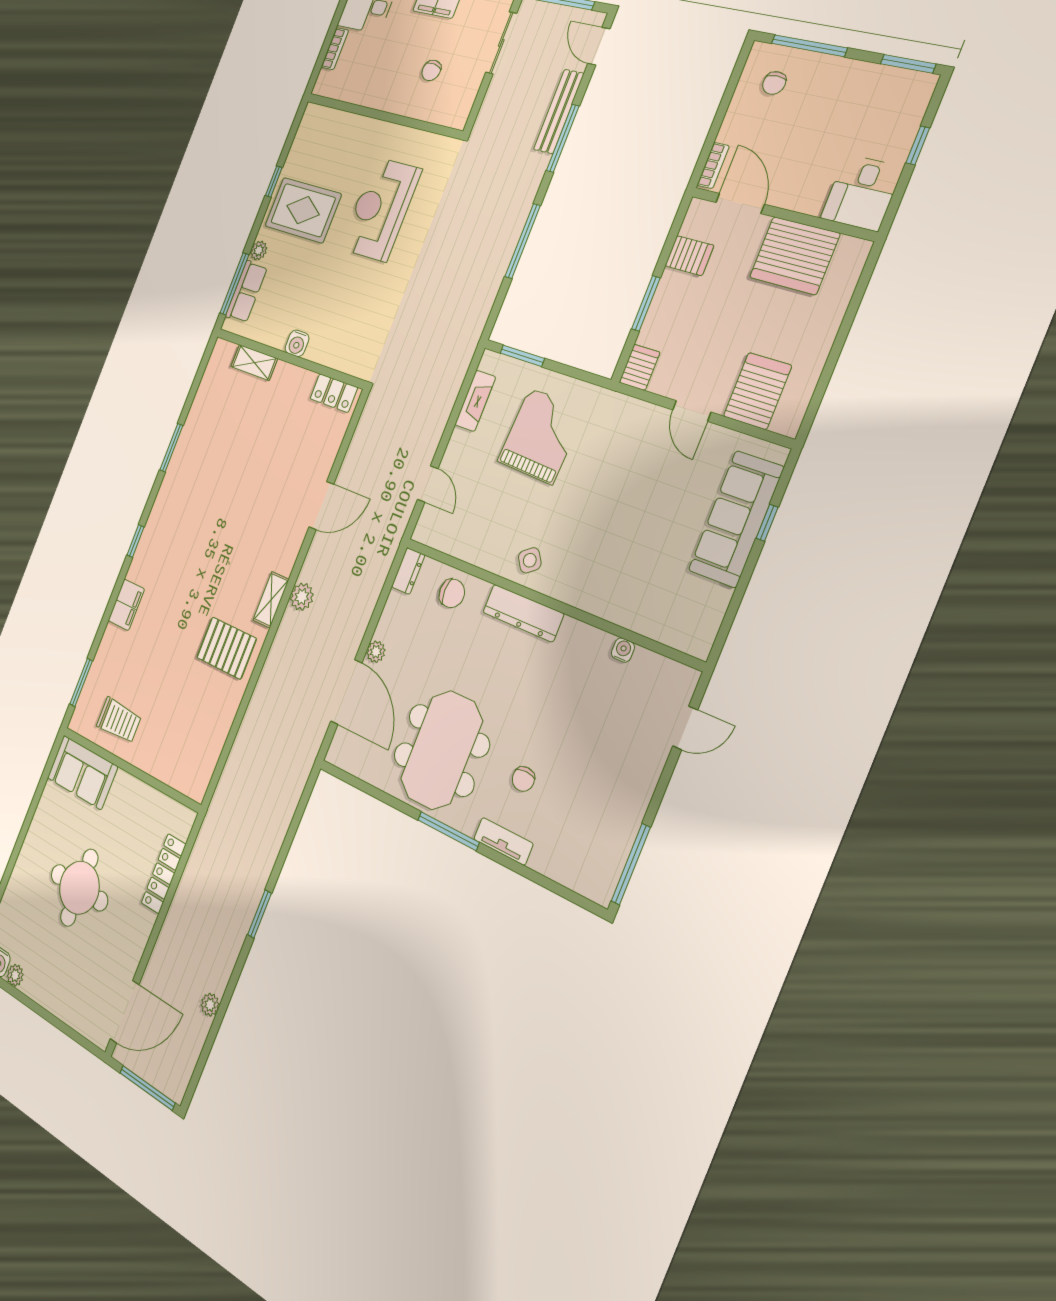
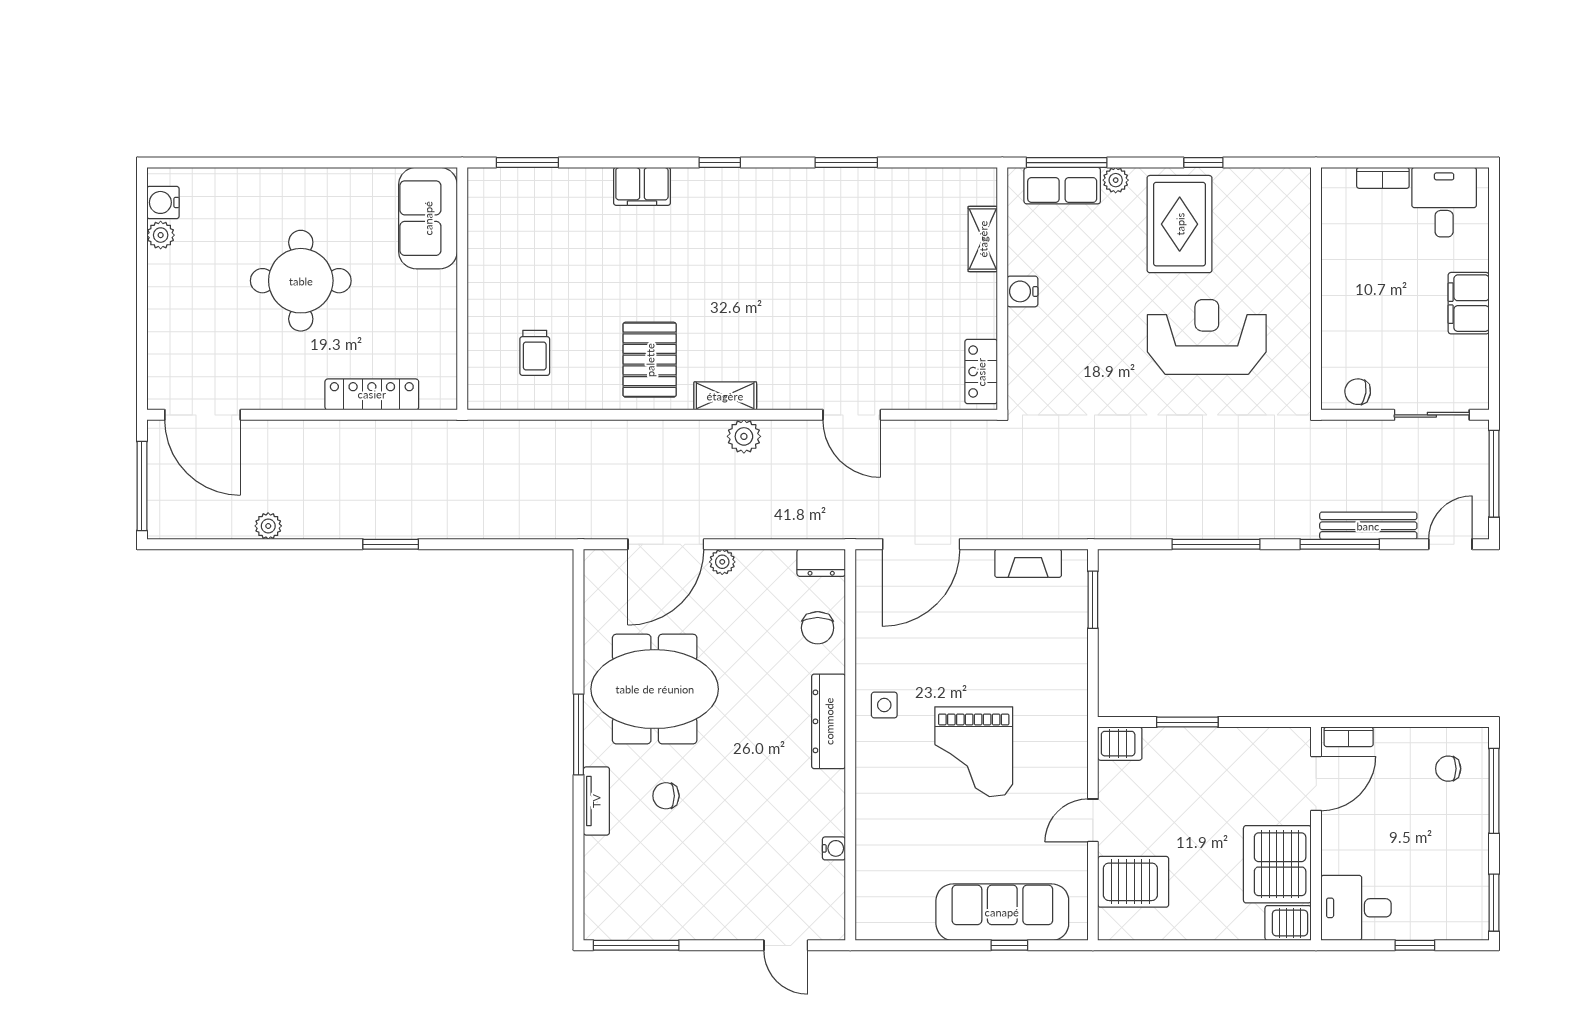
chair: (431, 70) -> (1358, 392), moved
server rack: (689, 256) -> (1288, 923), moved, turned 90
grand piano: (541, 436) -> (974, 752), moved, turned 87
door: (428, 484) -> (921, 544), width x1.88
side table: (530, 560) -> (884, 705), turned 36
trolley: (119, 720) -> (535, 353), moved, width x0.73, depth x0.72

